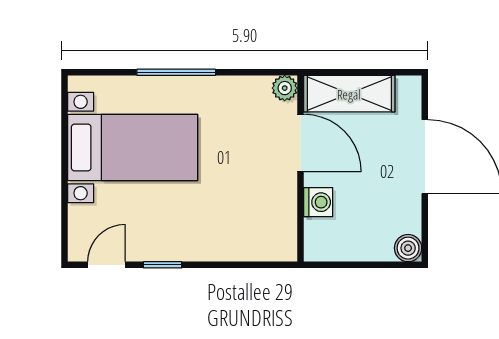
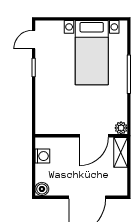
shelving: (349, 94) -> (121, 152), width x0.67, depth x0.75
washing machine: (318, 202) -> (42, 156), moved, turned -90
door: (106, 265) -> (34, 40), swing flipped

